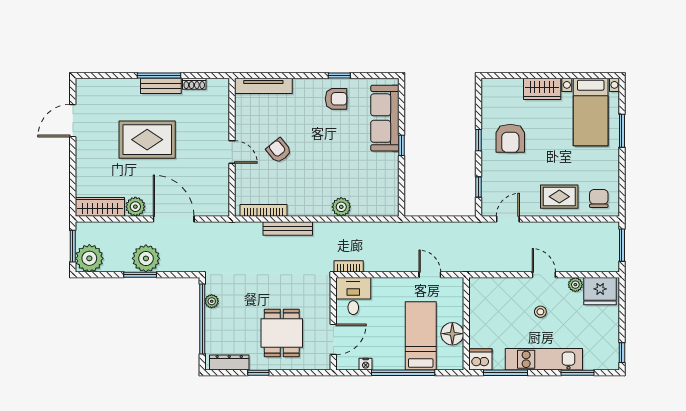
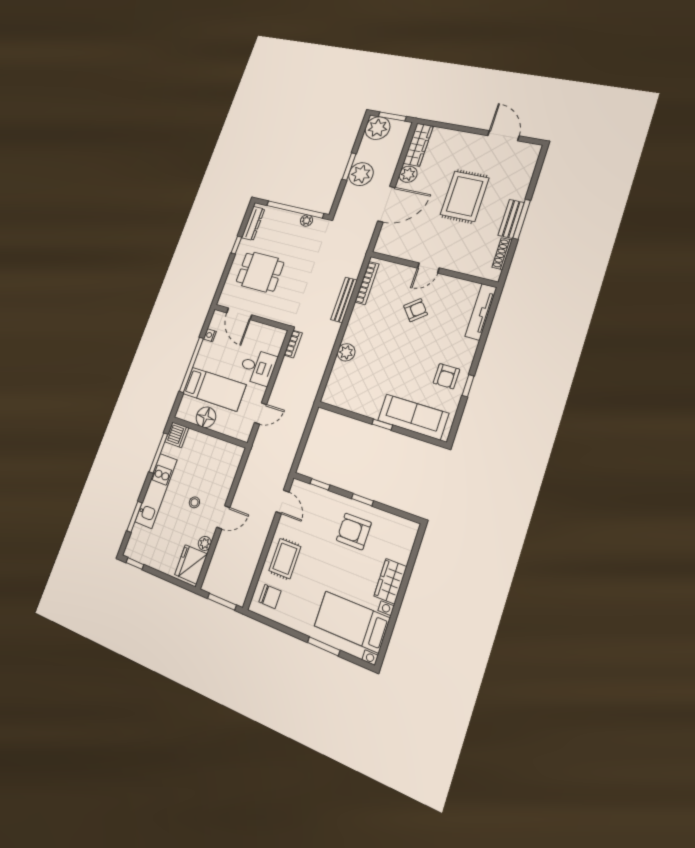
shoe rack: (194, 84) -> (502, 254), width x1.43
desk: (353, 296) -> (258, 367), moved

